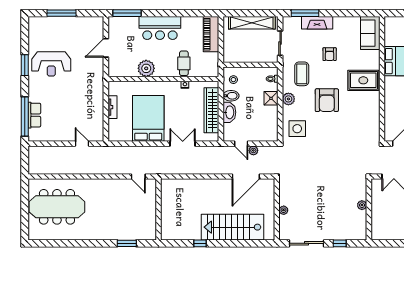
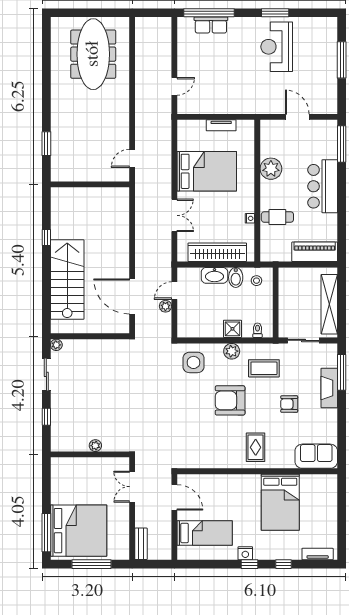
rug: (363, 80) -> (256, 447), width x0.73, depth x0.70
plant: (284, 210) -> (56, 345), moved
sliding door: (307, 243) -> (46, 374), width x0.73

